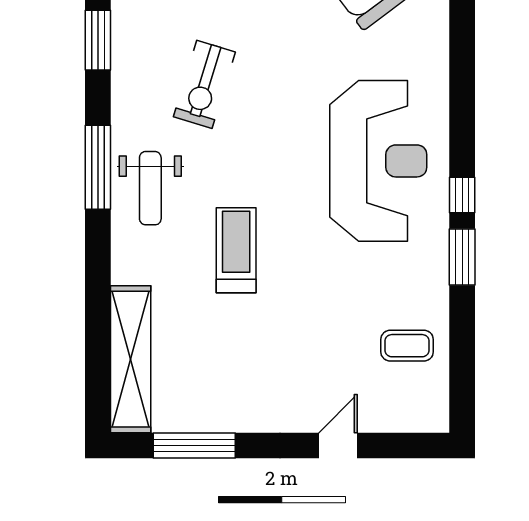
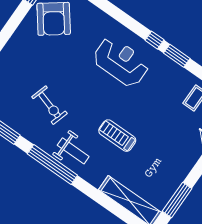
reception desk: (378, 161) -> (121, 62), width x0.74, depth x0.77
window: (98, 167) -> (52, 164), width x1.46

